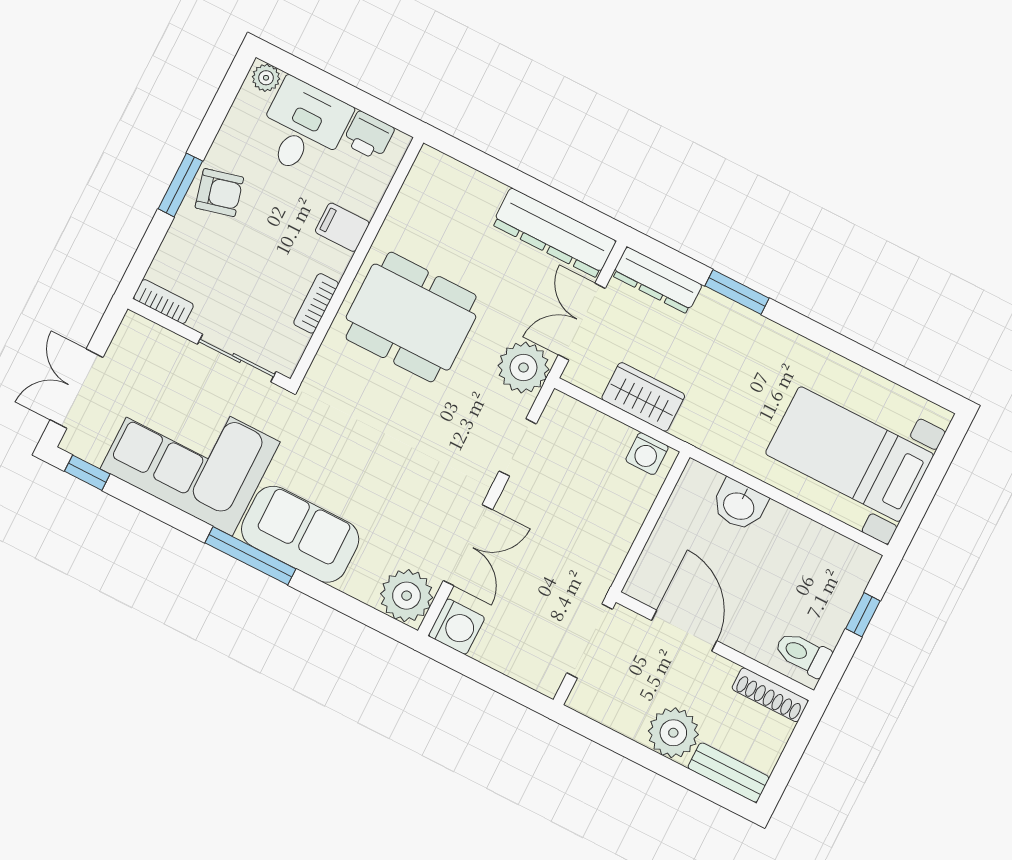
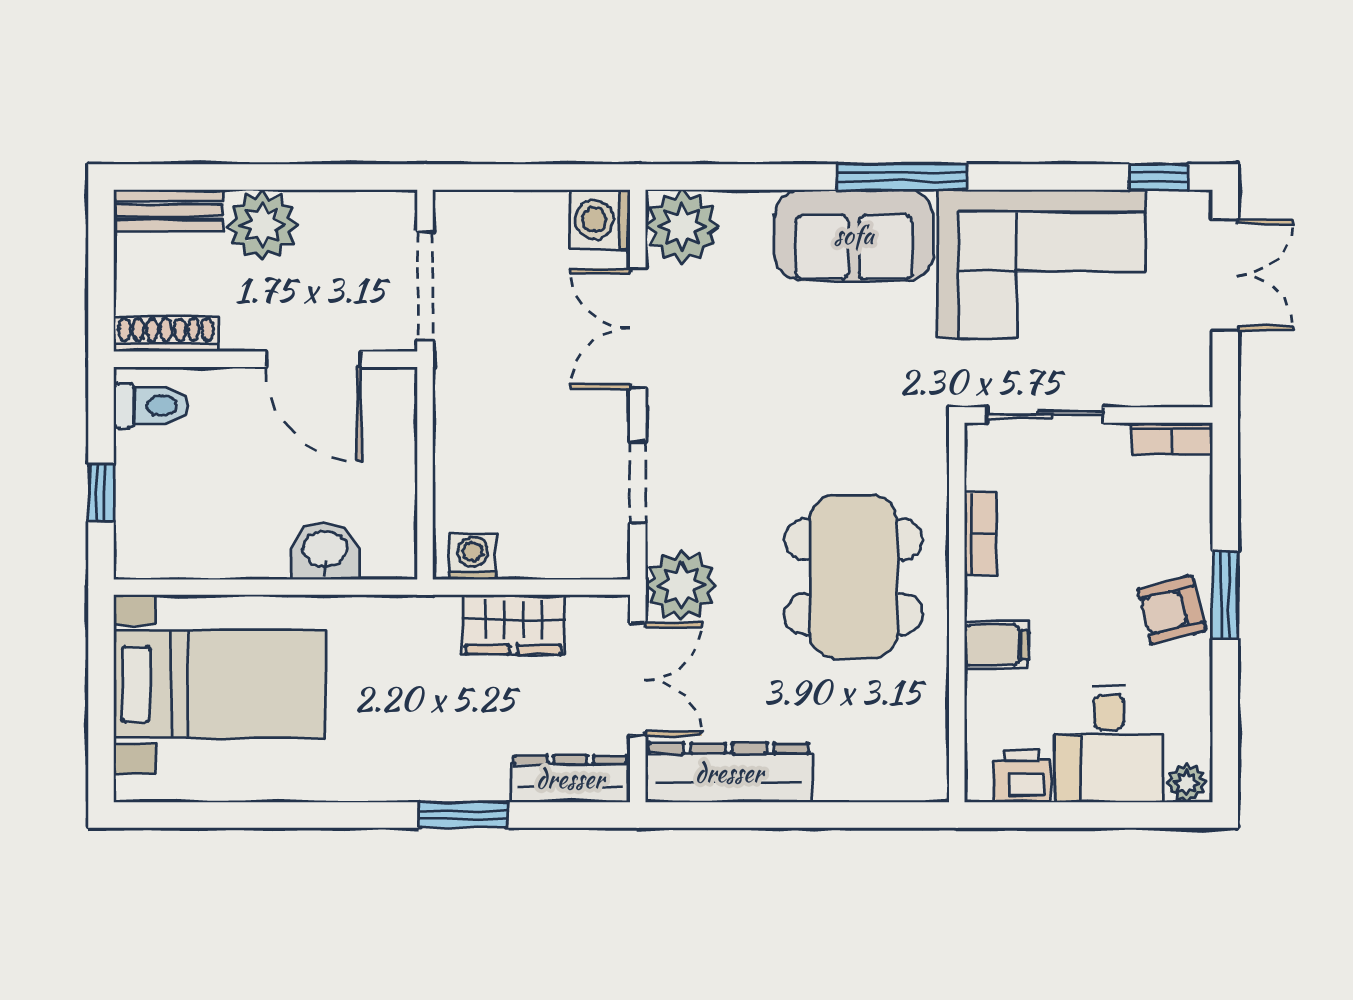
dining table: (411, 317) -> (854, 577), turned 90

